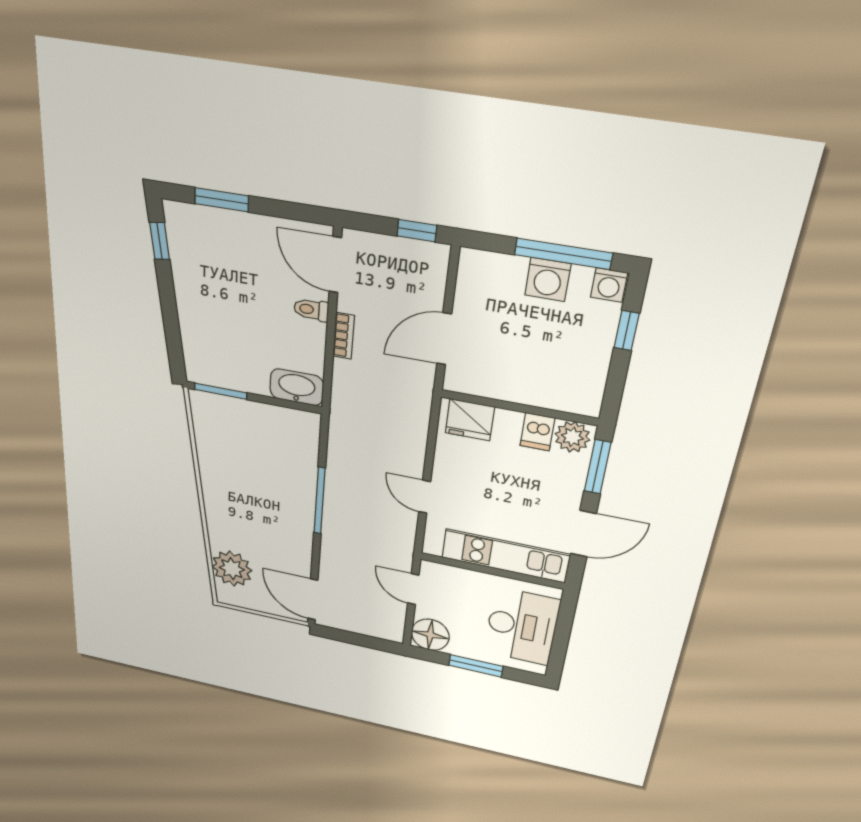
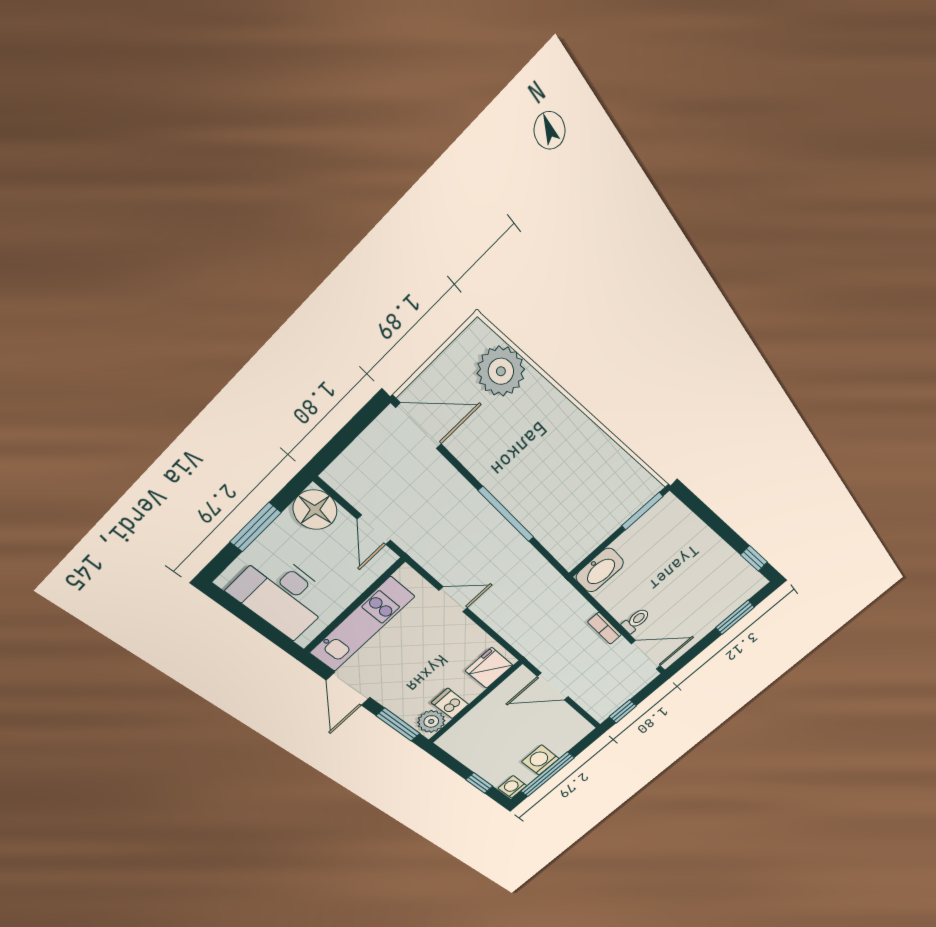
door: (444, 339) -> (553, 687), swing flipped
door: (413, 589) -> (374, 530), swing flipped

